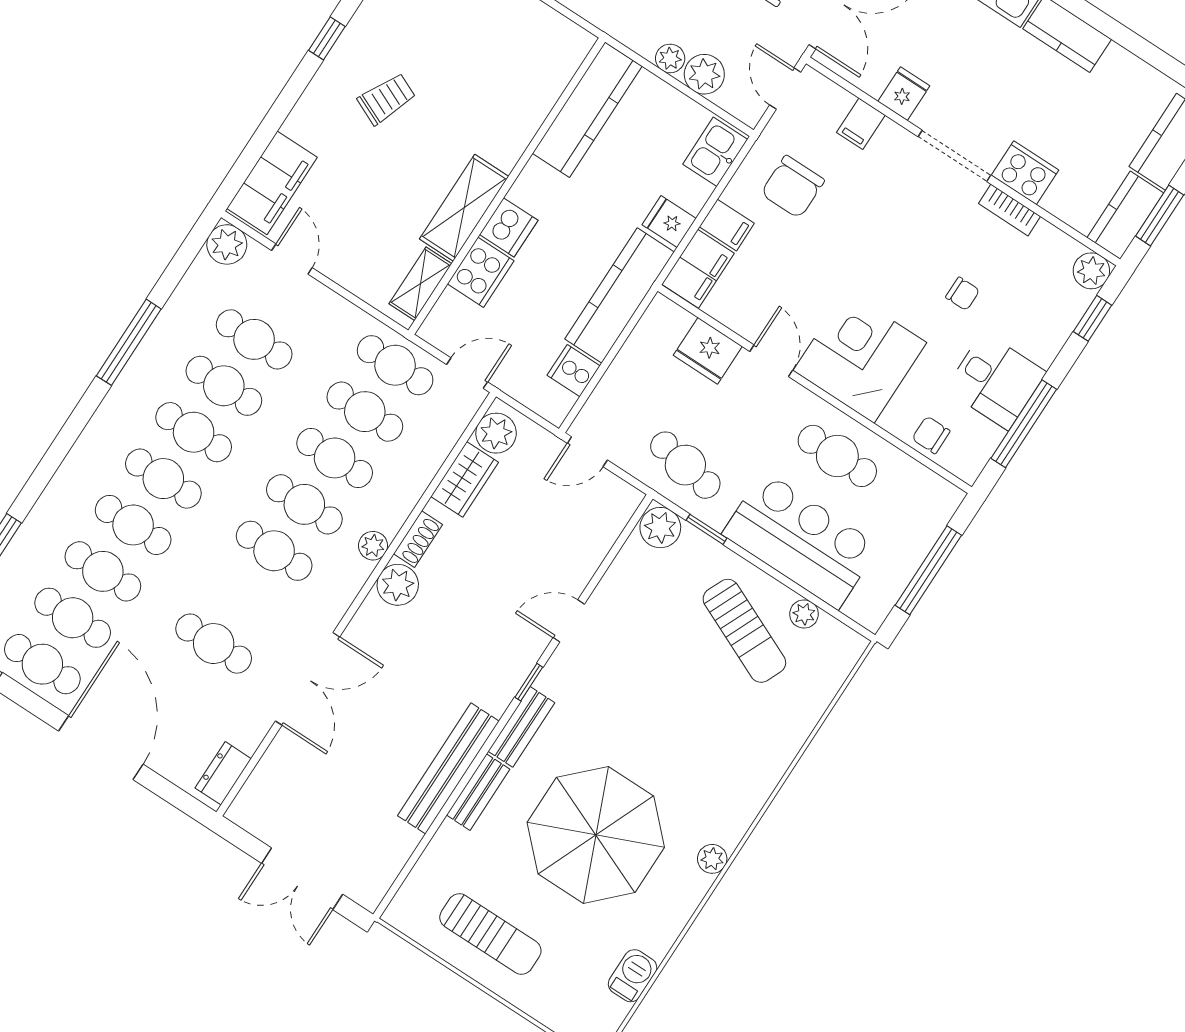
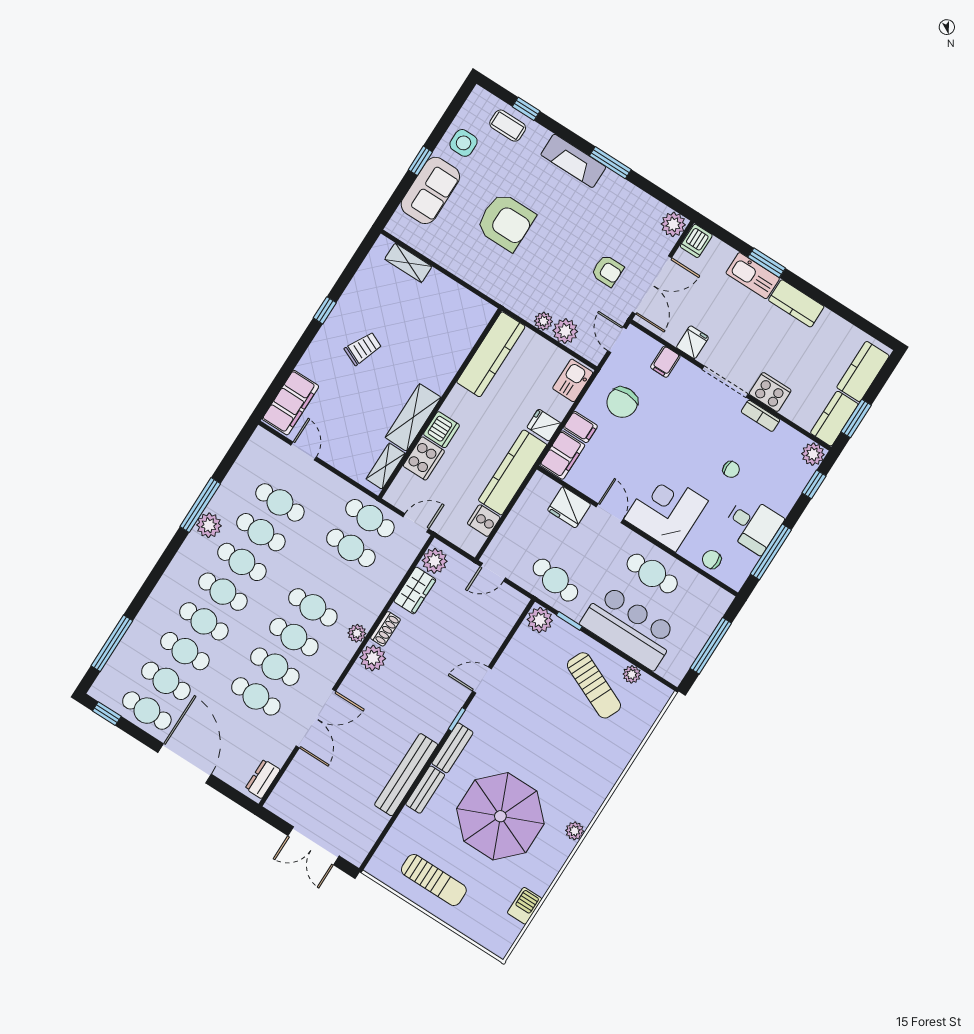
plant: (227, 244) -> (209, 525), moved
cafe table: (335, 458) -> (275, 667), moved

